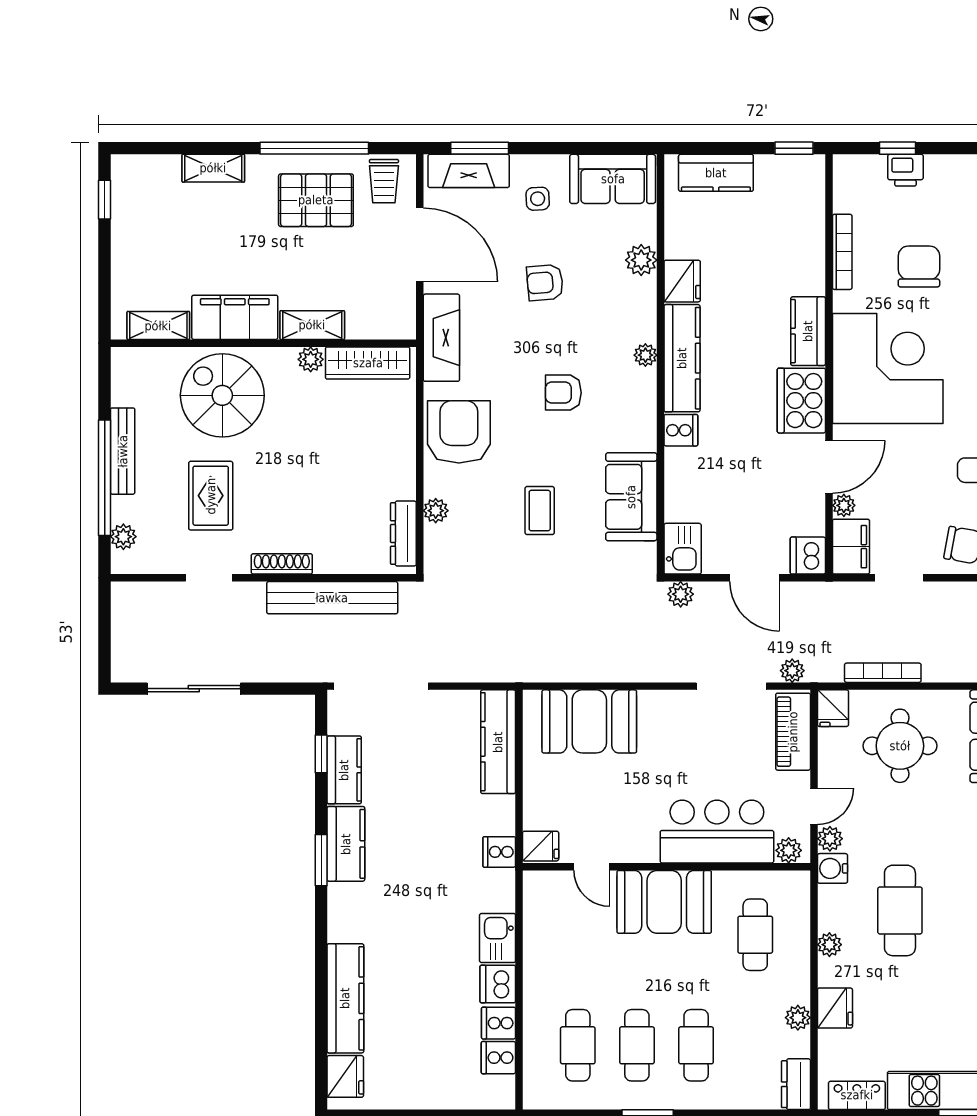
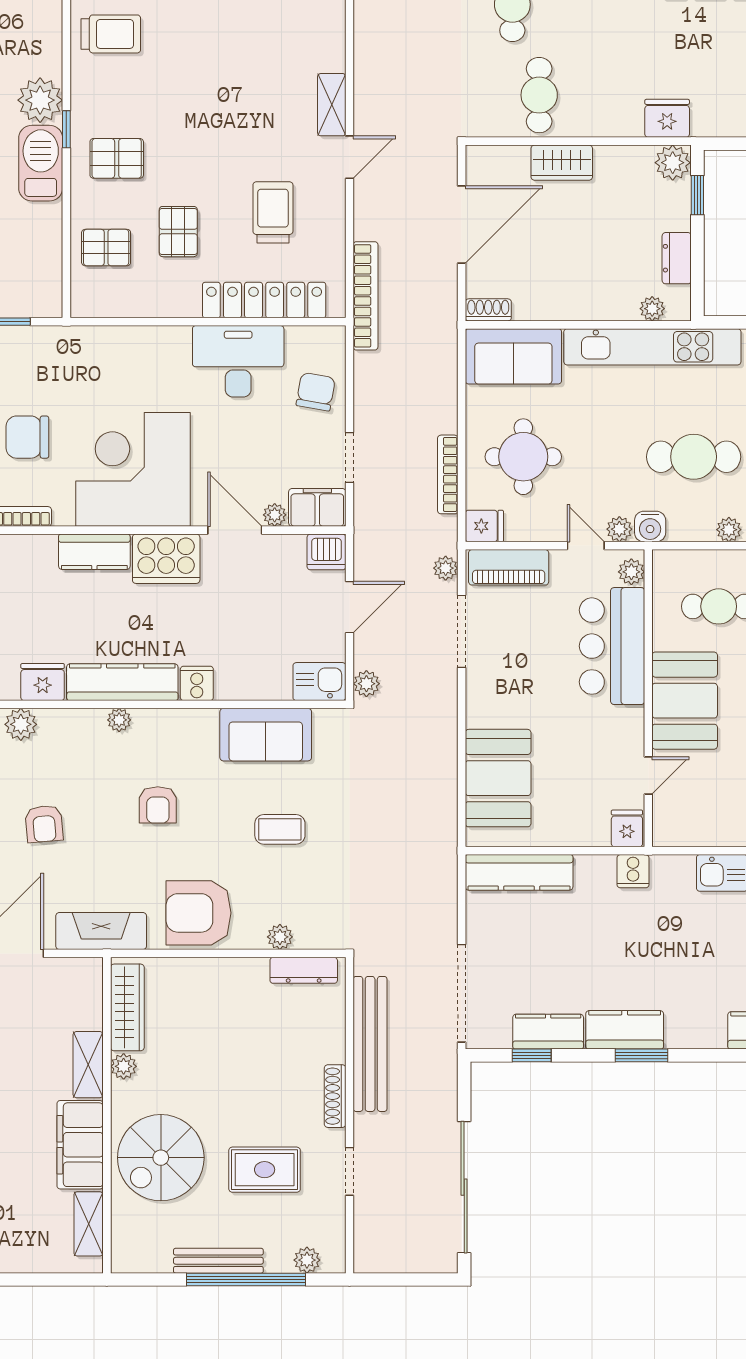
sliding door: (194, 689) -> (464, 1187), width x1.36

